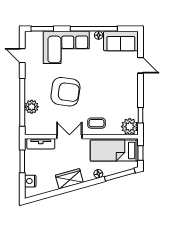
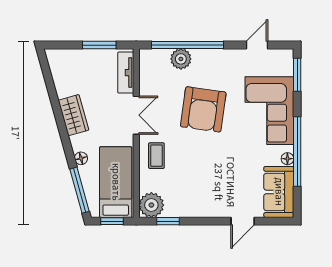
nightstand: (30, 181) -> (70, 57), removed

